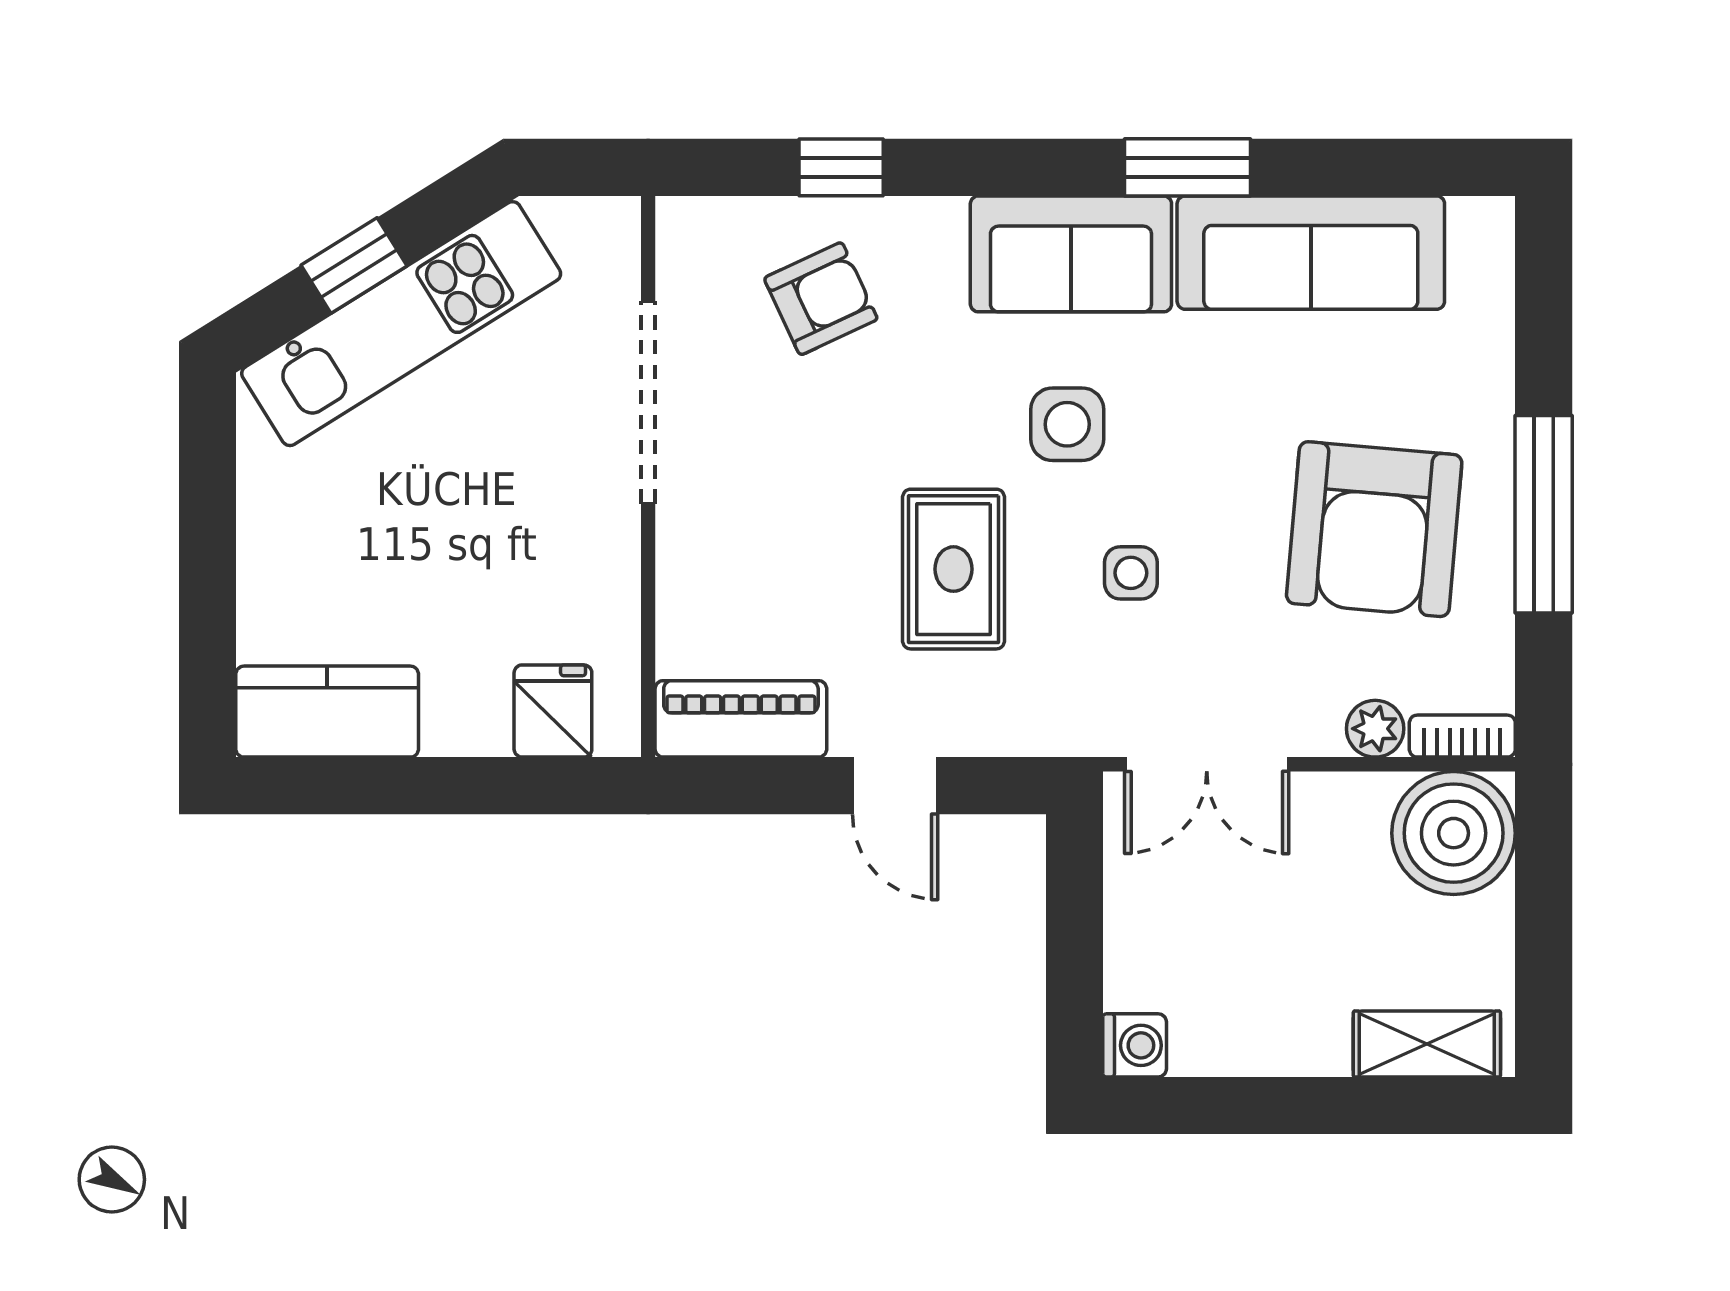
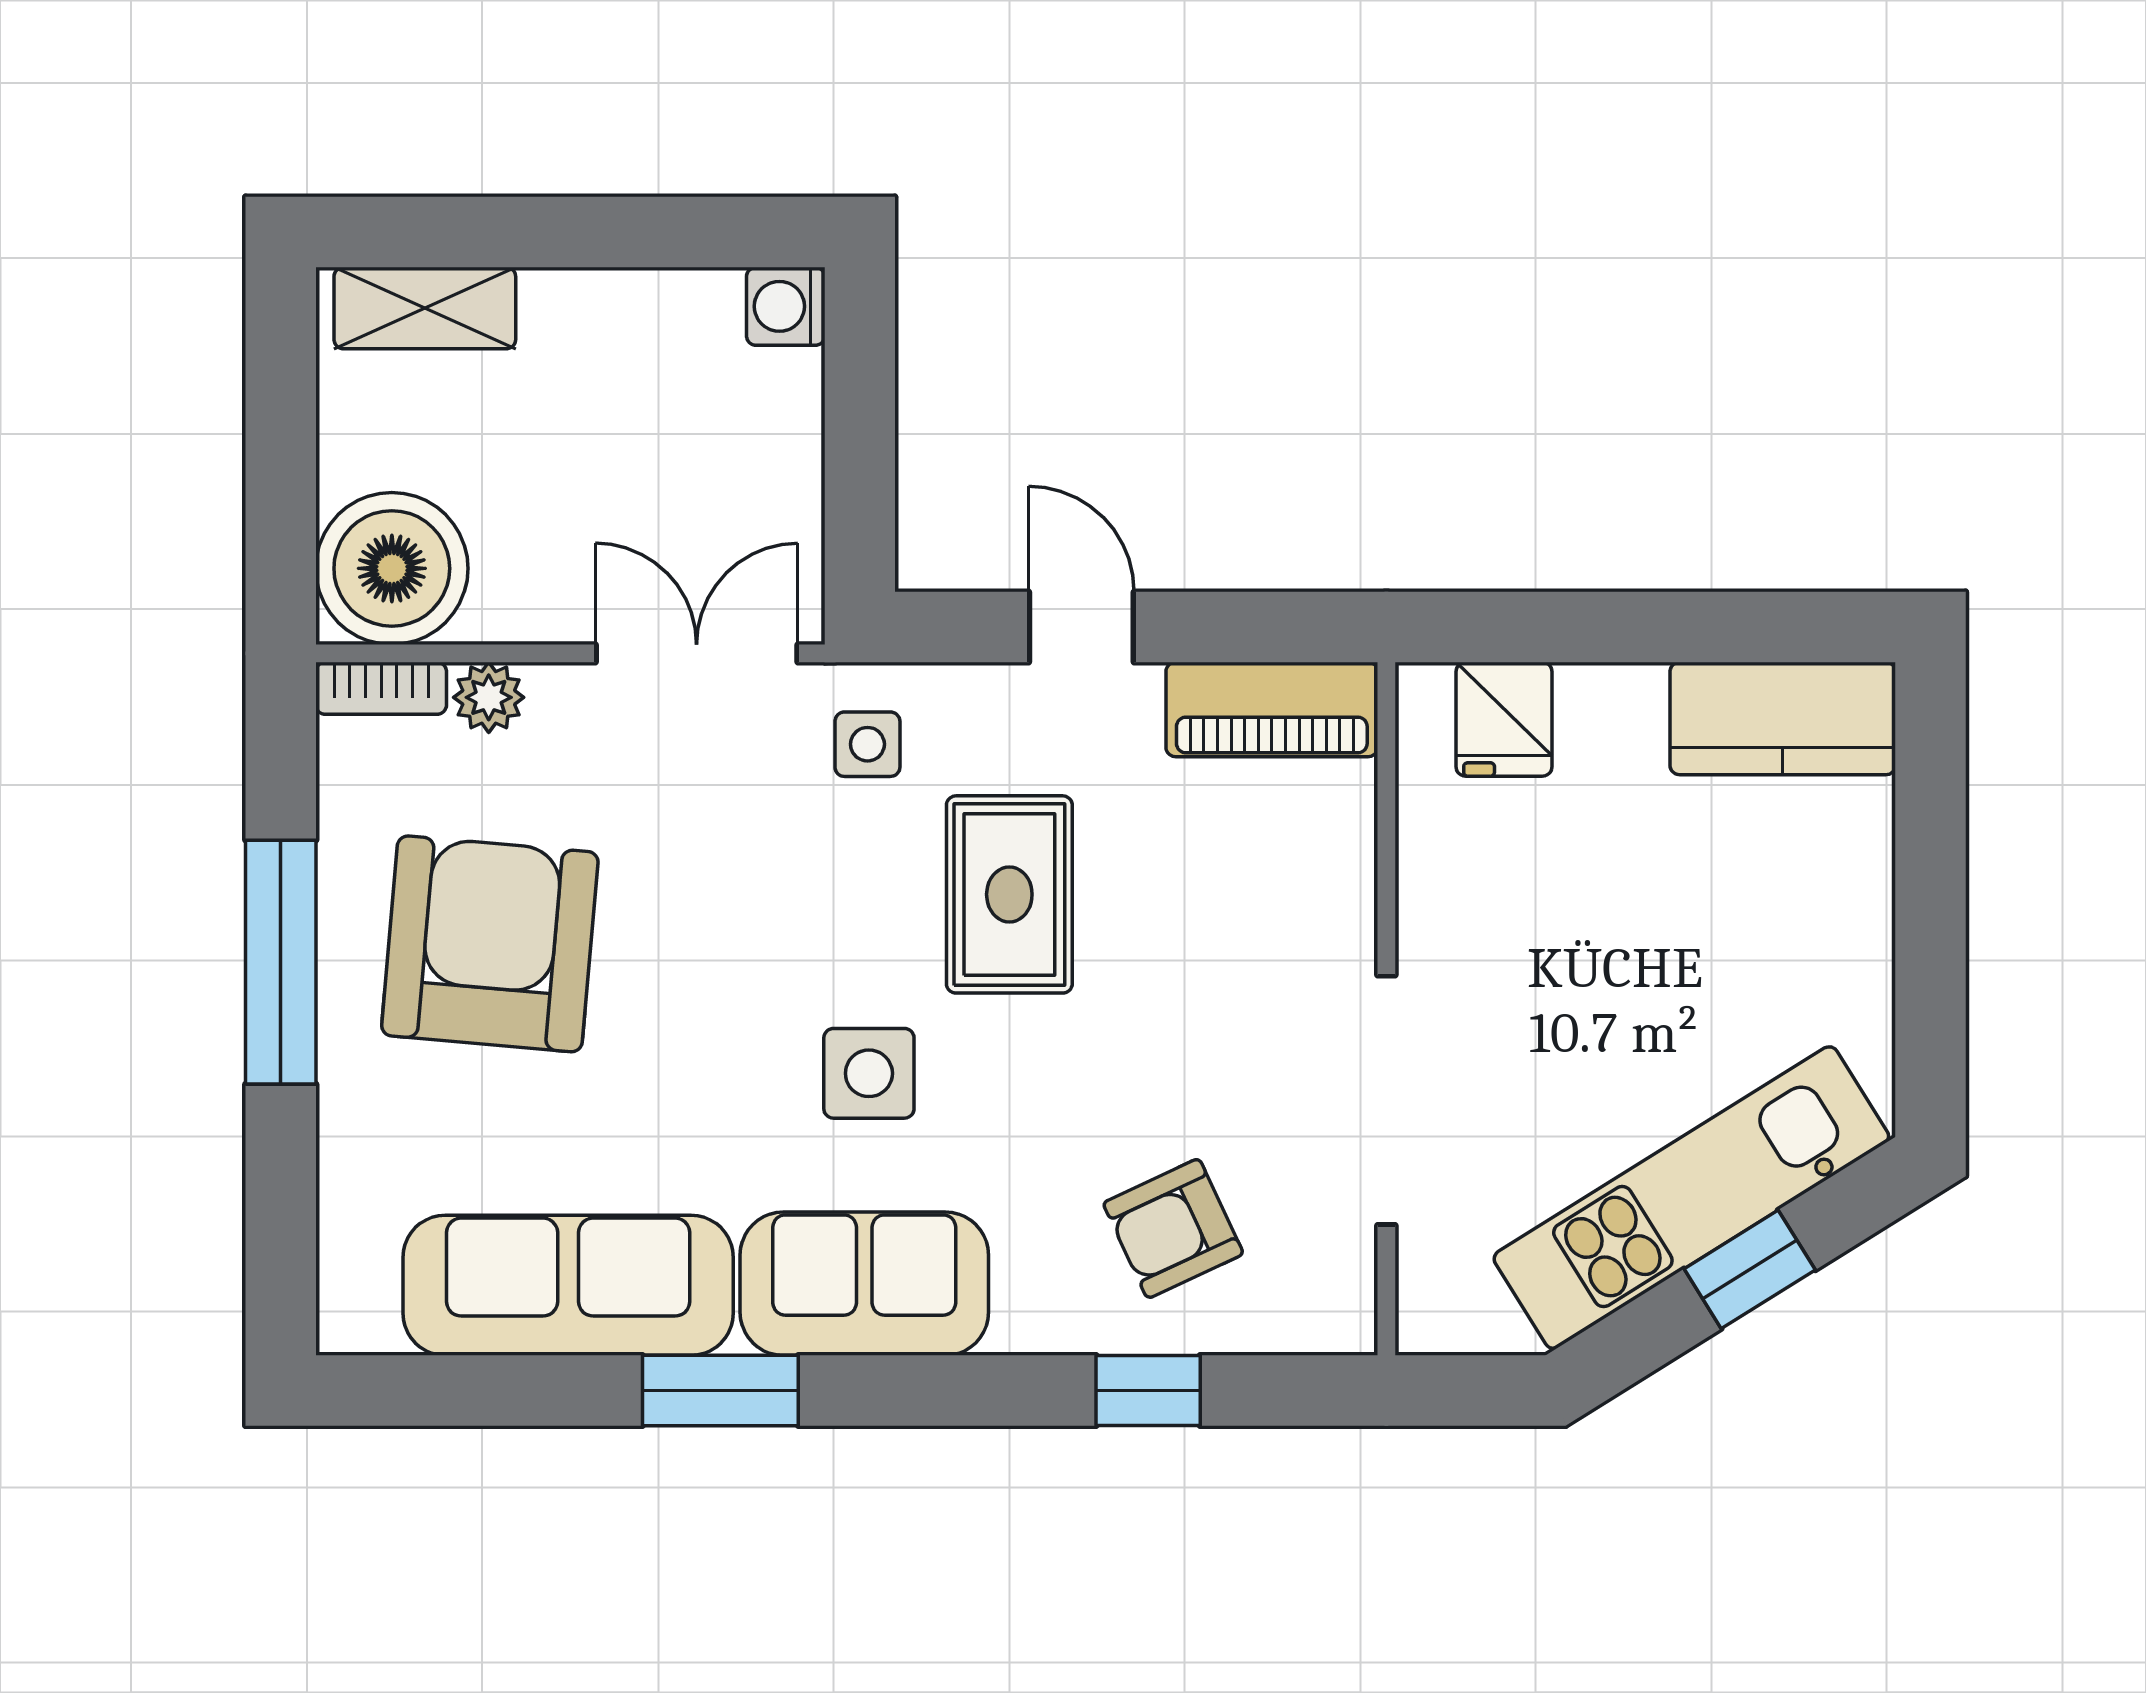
side table: (1131, 573) -> (867, 744), moved

